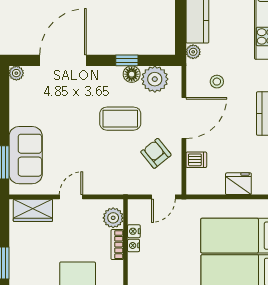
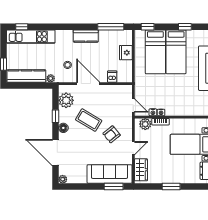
floor lamp: (132, 74) -> (63, 128), moved
coffee table: (120, 119) -> (89, 120), turned -59
armchair: (156, 153) -> (112, 134), moved
sofa: (26, 155) -> (110, 174), width x1.36
door: (71, 197) -> (133, 148), swing flipped
door: (163, 197) -> (133, 106), moved

